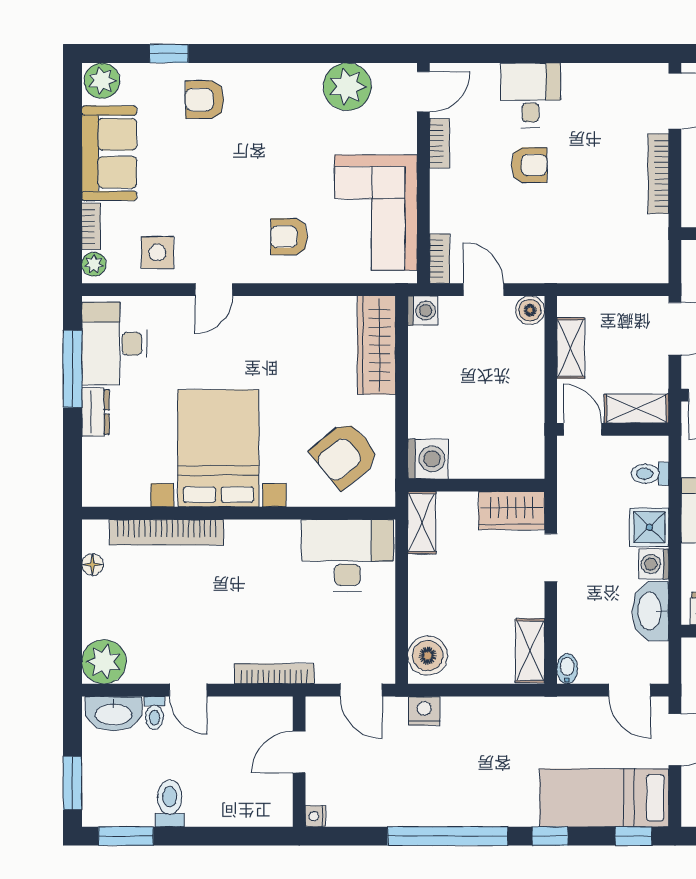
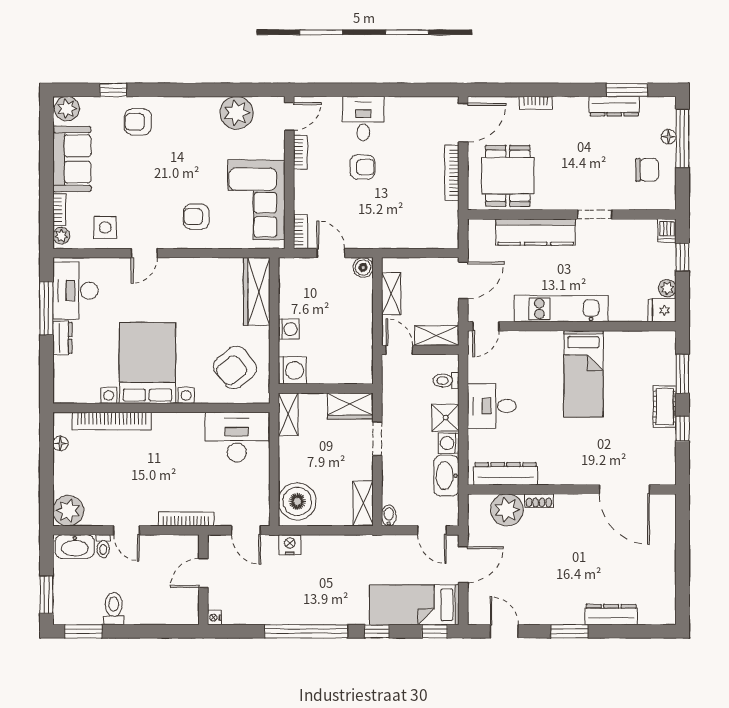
washing machine: (423, 311) -> (289, 329), moved
boiler: (428, 656) -> (297, 501), width x1.37, depth x1.37

